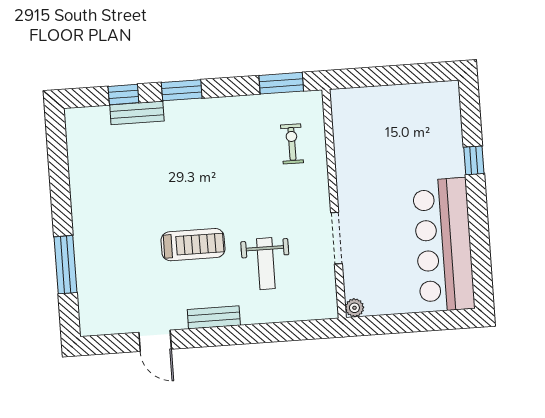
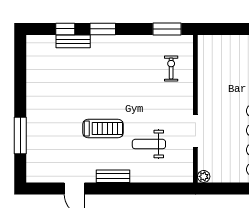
weight bench: (266, 264) -> (149, 144), turned 90

